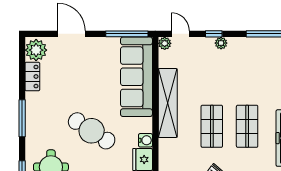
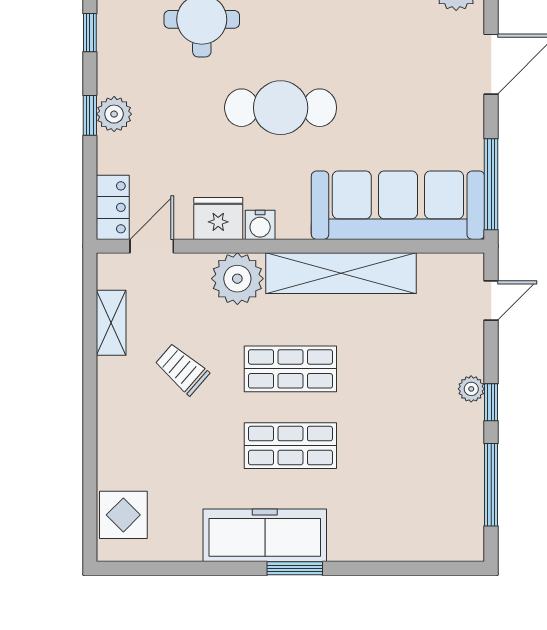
window: (214, 34) -> (491, 402), moved
plant: (165, 43) -> (237, 279), moved, width x1.87, depth x1.87
cafe table: (92, 131) -> (281, 108), turned 57

